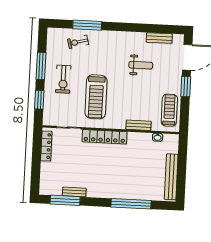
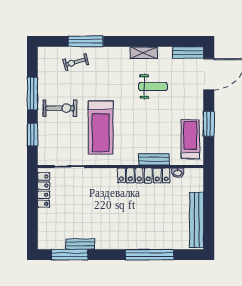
shelving: (135, 37) -> (144, 53), added
bench: (159, 38) -> (188, 53), moved
exercise bike: (63, 79) -> (60, 108), turned -90
window: (186, 86) -> (209, 124), moved
locker: (104, 137) -> (144, 175), moved

